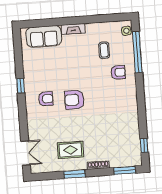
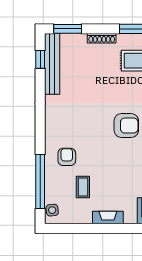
fireplace: (73, 29) -> (108, 218), moved
armchair: (118, 72) -> (67, 157), turned 90
bench: (135, 143) -> (52, 64), added

